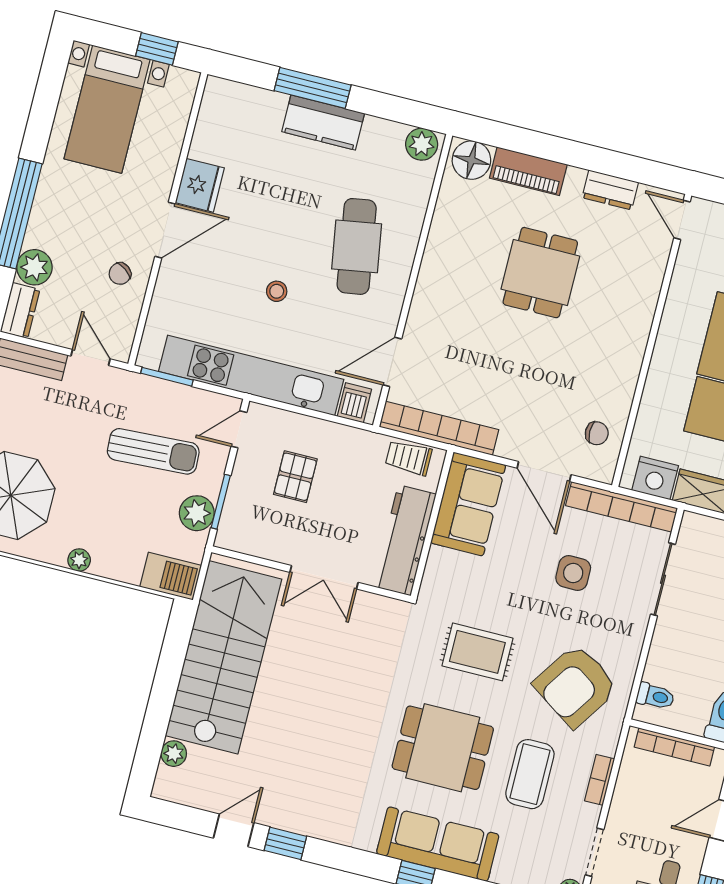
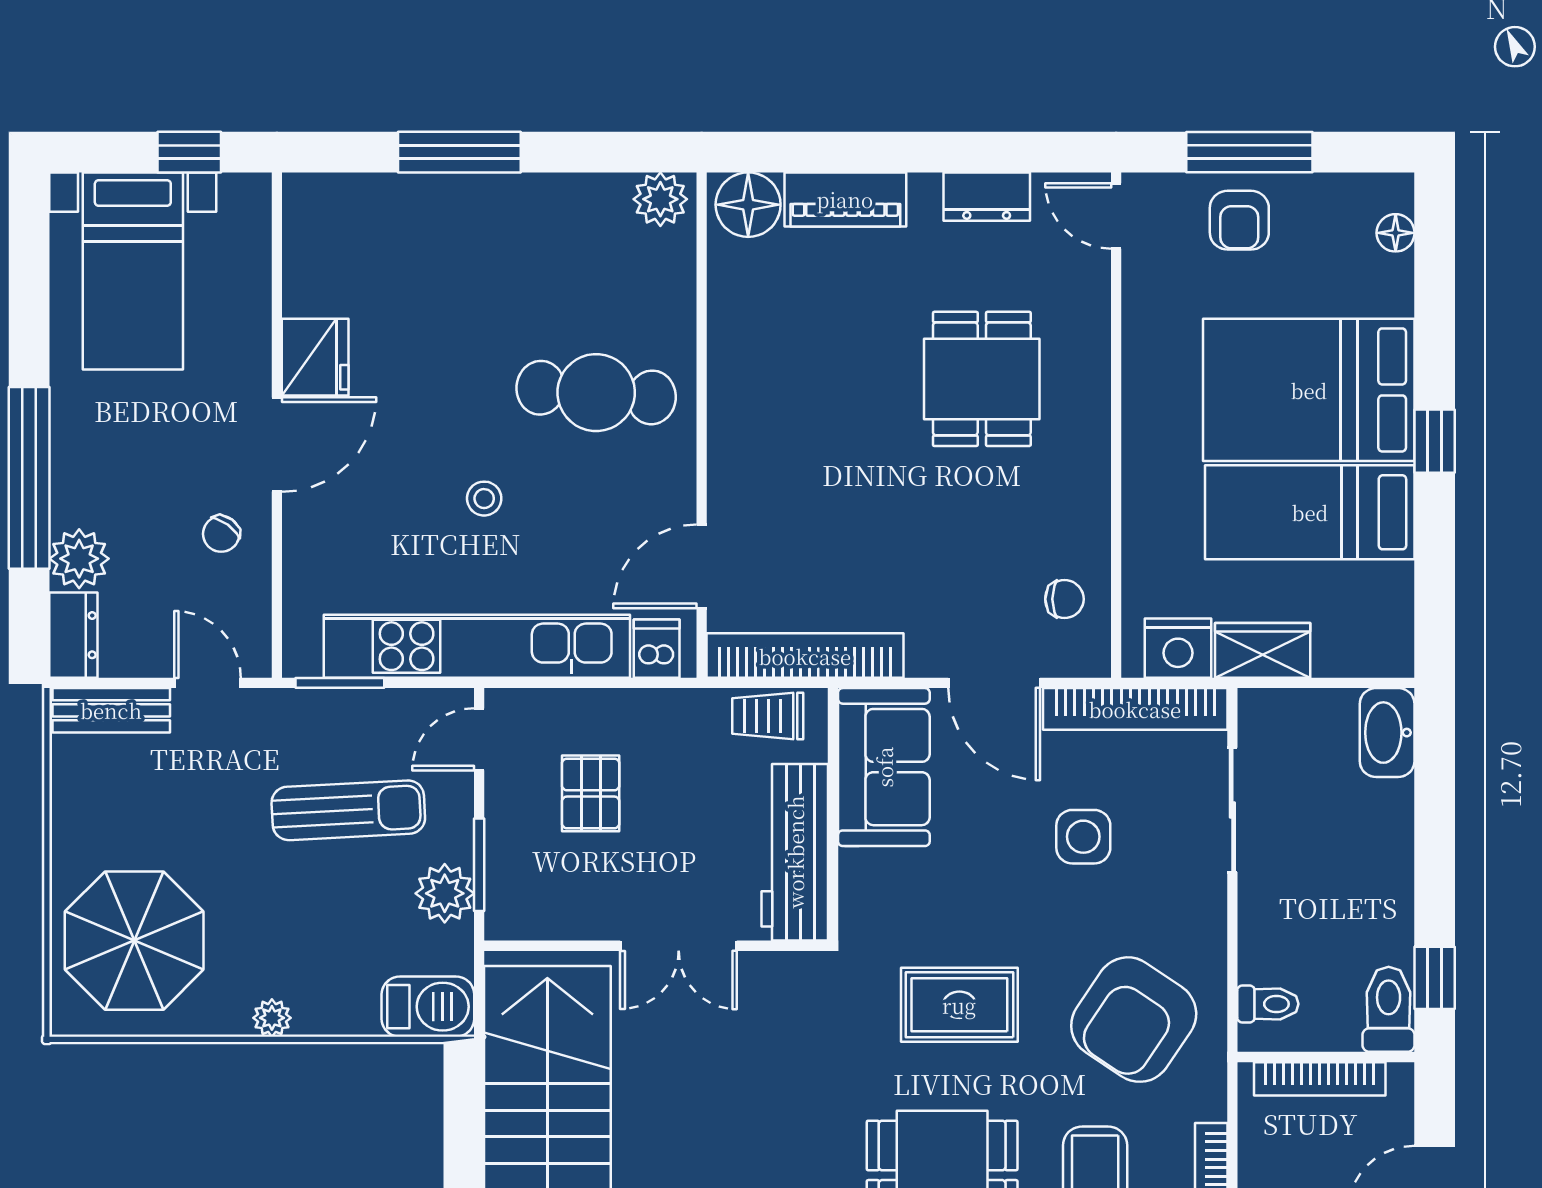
kitchen counter: (323, 123) -> (491, 204), removed
cafe table: (357, 246) -> (596, 393), turned -76
dining table: (540, 273) -> (982, 379), moved

